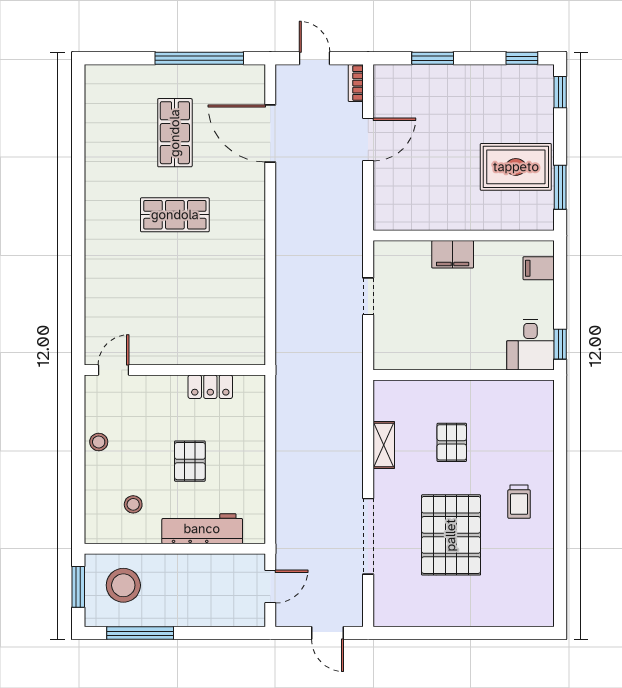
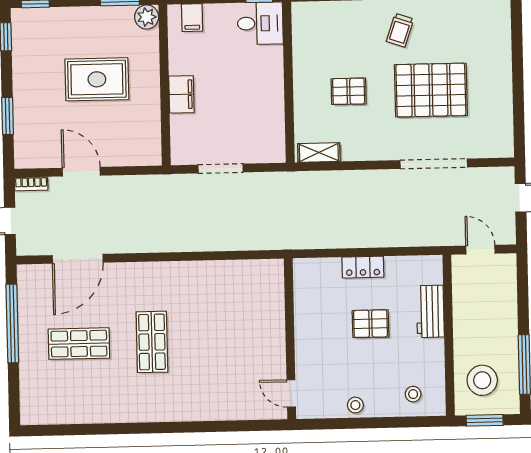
rug: (516, 167) -> (97, 79), moved, turned 90
plant: (540, 217) -> (147, 17), added
doorway: (368, 296) -> (221, 169), width x1.38
locker: (210, 387) -> (363, 267), moved, turned 90
shelving: (384, 445) -> (319, 153), moved
trolley: (519, 502) -> (400, 30), turned 109
stool: (133, 504) -> (413, 394), moved
workbench: (202, 529) -> (430, 311), width x0.73

